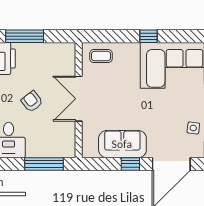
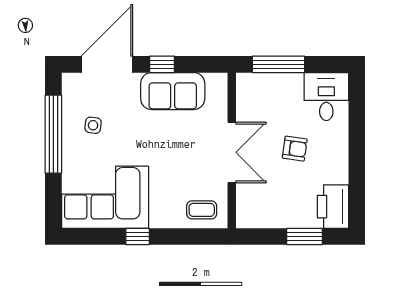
window: (25, 36) -> (305, 236), width x0.69
armchair: (32, 101) -> (295, 149), turned -44
side table: (193, 128) -> (93, 125), moved

